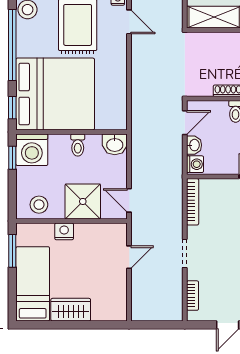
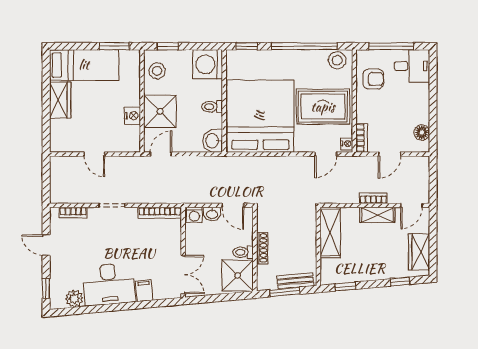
bed: (55, 94) -> (260, 116), moved, turned 180
window: (12, 158) -> (168, 46), moved
nightstand: (64, 231) -> (132, 116), moved
door: (129, 257) -> (94, 154), moved

